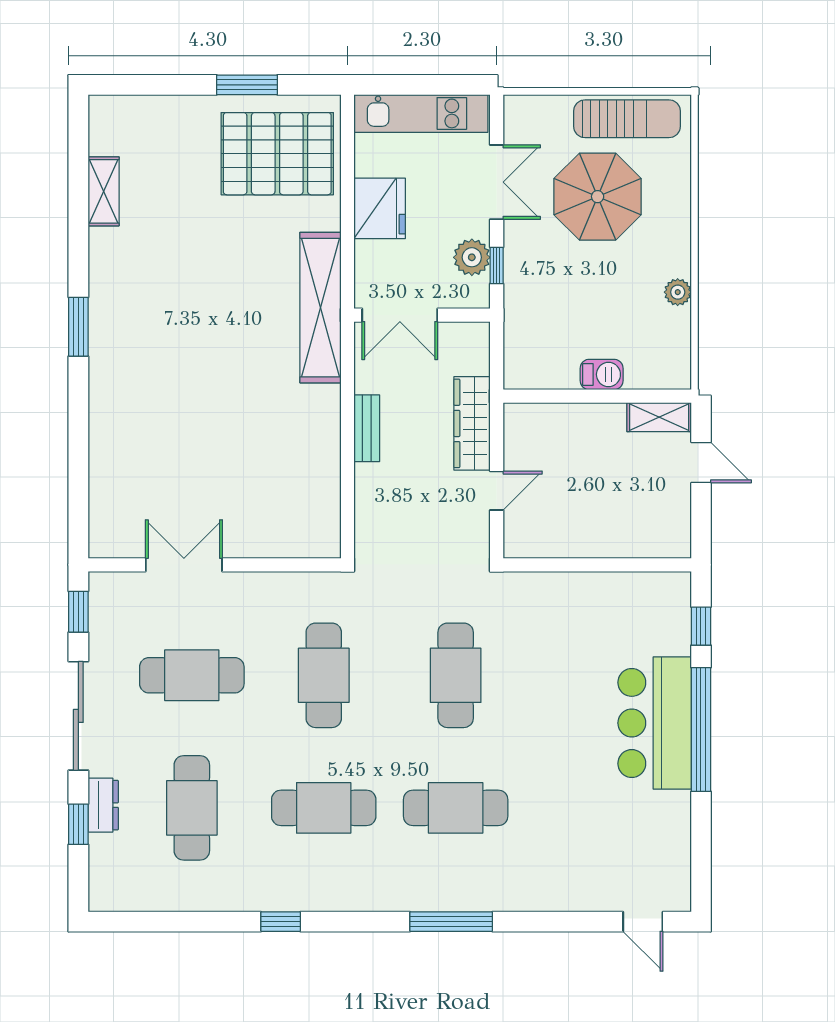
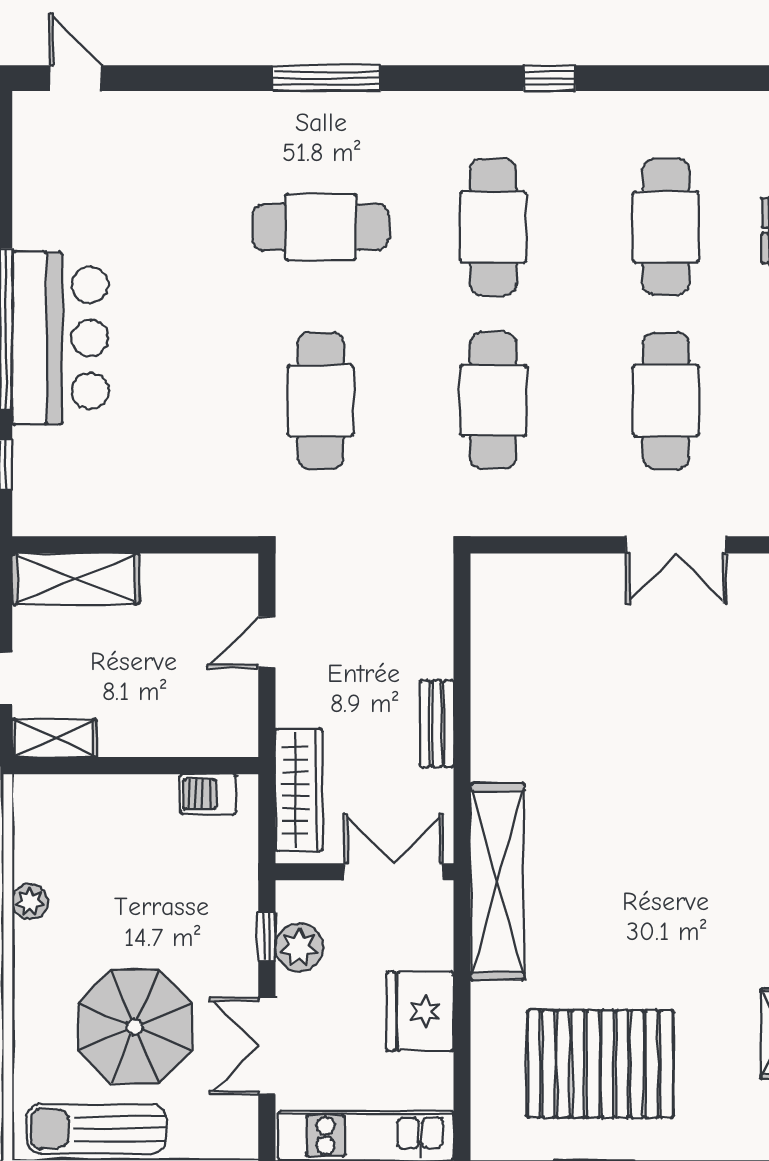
pallet: (277, 154) -> (600, 1064), moved
barbecue: (602, 374) -> (208, 794), moved
wardrobe: (472, 423) -> (299, 790), moved
shelving: (643, 539) -> (76, 579), added
cafe table: (192, 675) -> (666, 400), turned 90
cafe table: (324, 808) -> (493, 227), turned 90

